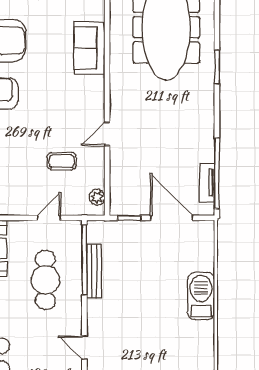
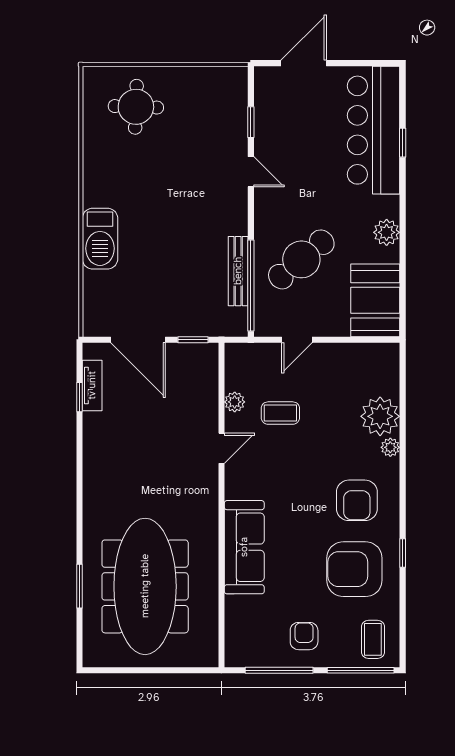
sofa: (90, 48) -> (244, 547), width x1.36
window: (217, 67) -> (79, 586), moved
window: (217, 173) -> (79, 397), width x0.32
plant: (97, 197) -> (235, 402), moved
cafe table: (45, 280) -> (301, 259), turned 50

